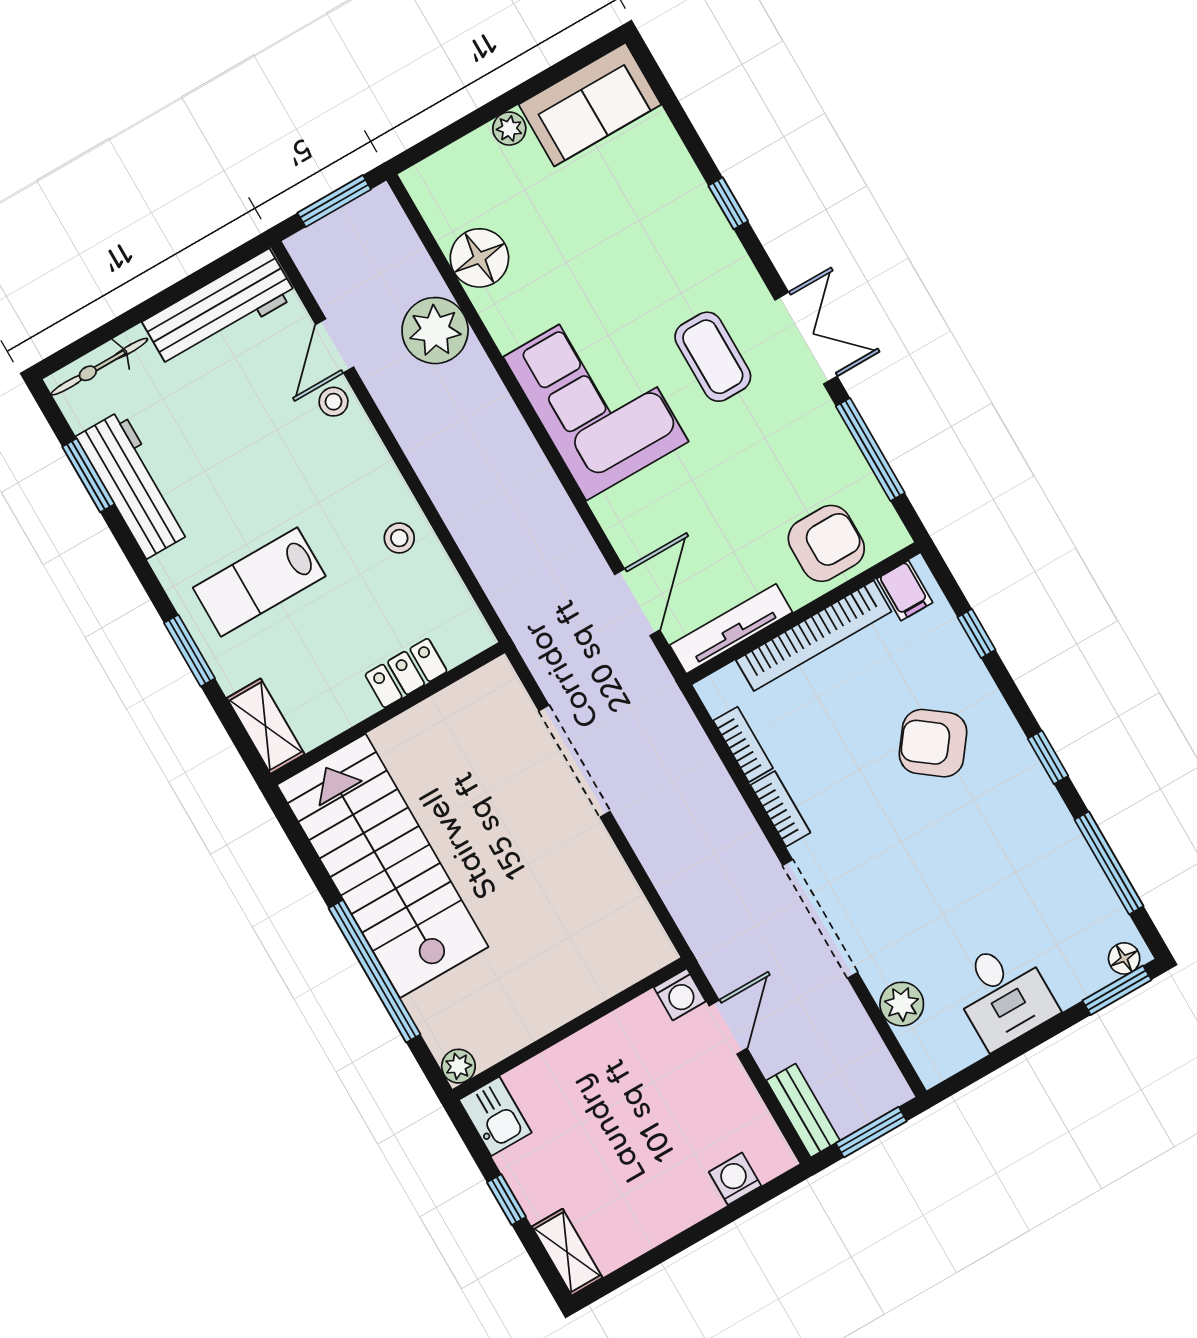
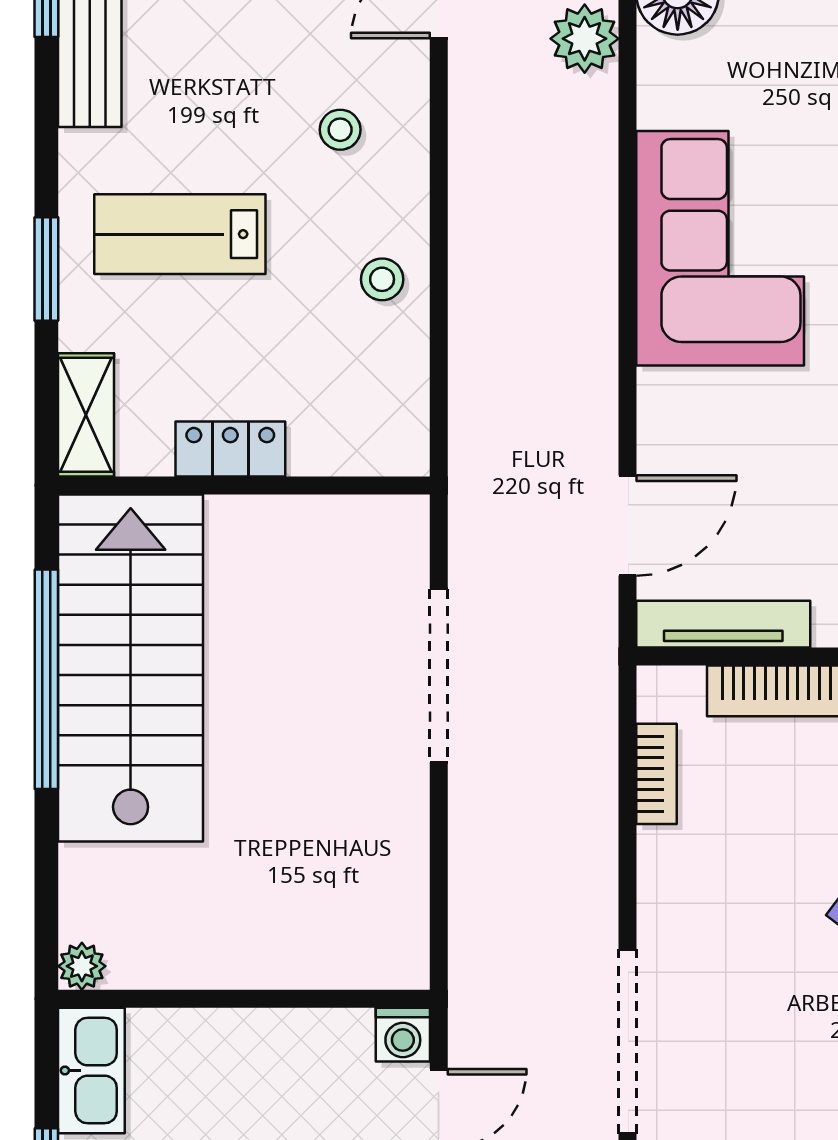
plant: (435, 331) -> (585, 39), width x0.73, depth x0.73
stool: (333, 402) -> (340, 130), moved
locker: (406, 673) -> (230, 449), moved
bookcase: (780, 809) -> (657, 879), removed
window: (375, 971) -> (46, 679), moved
kitchen sink: (495, 1116) -> (91, 1070), width x1.38

